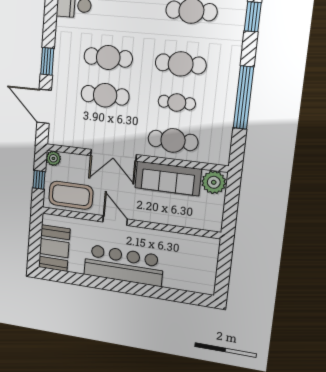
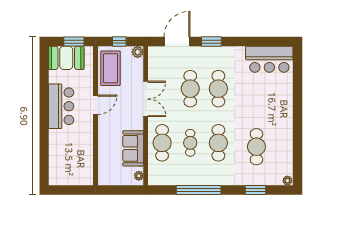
double door: (113, 155) -> (146, 99), swing flipped
sofa: (168, 179) -> (133, 148), width x0.73
plant: (214, 182) -> (139, 176), width x0.53, depth x0.53
window: (35, 236) -> (74, 42), added
bar counter: (123, 265) -> (61, 106), width x0.73

